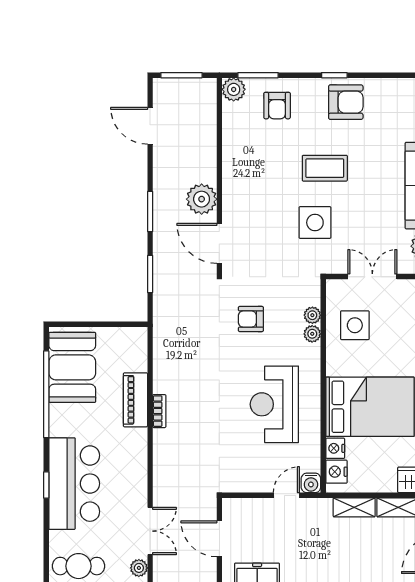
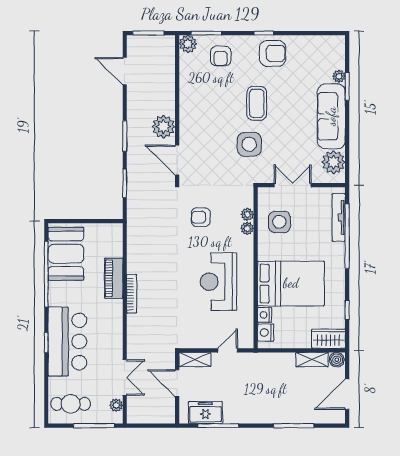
coffee table: (325, 168) -> (257, 103), turned 90
bookcase: (159, 411) -> (132, 294), width x1.56
water cooler: (311, 483) -> (246, 341), removed
shelving: (354, 507) -> (195, 359), moved

